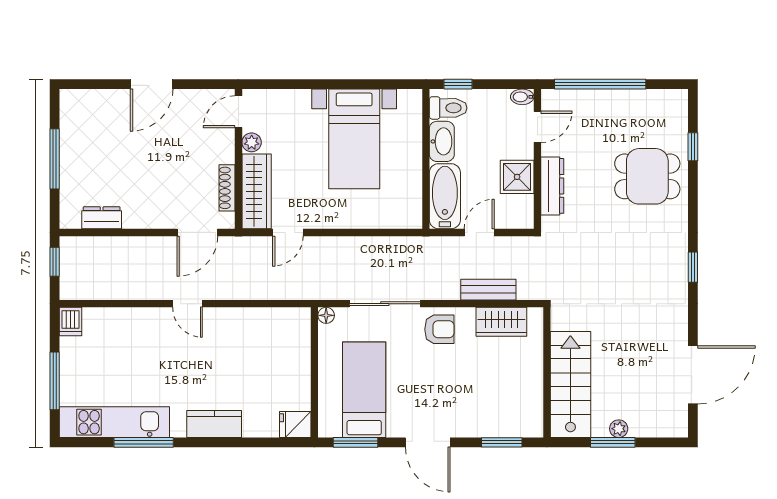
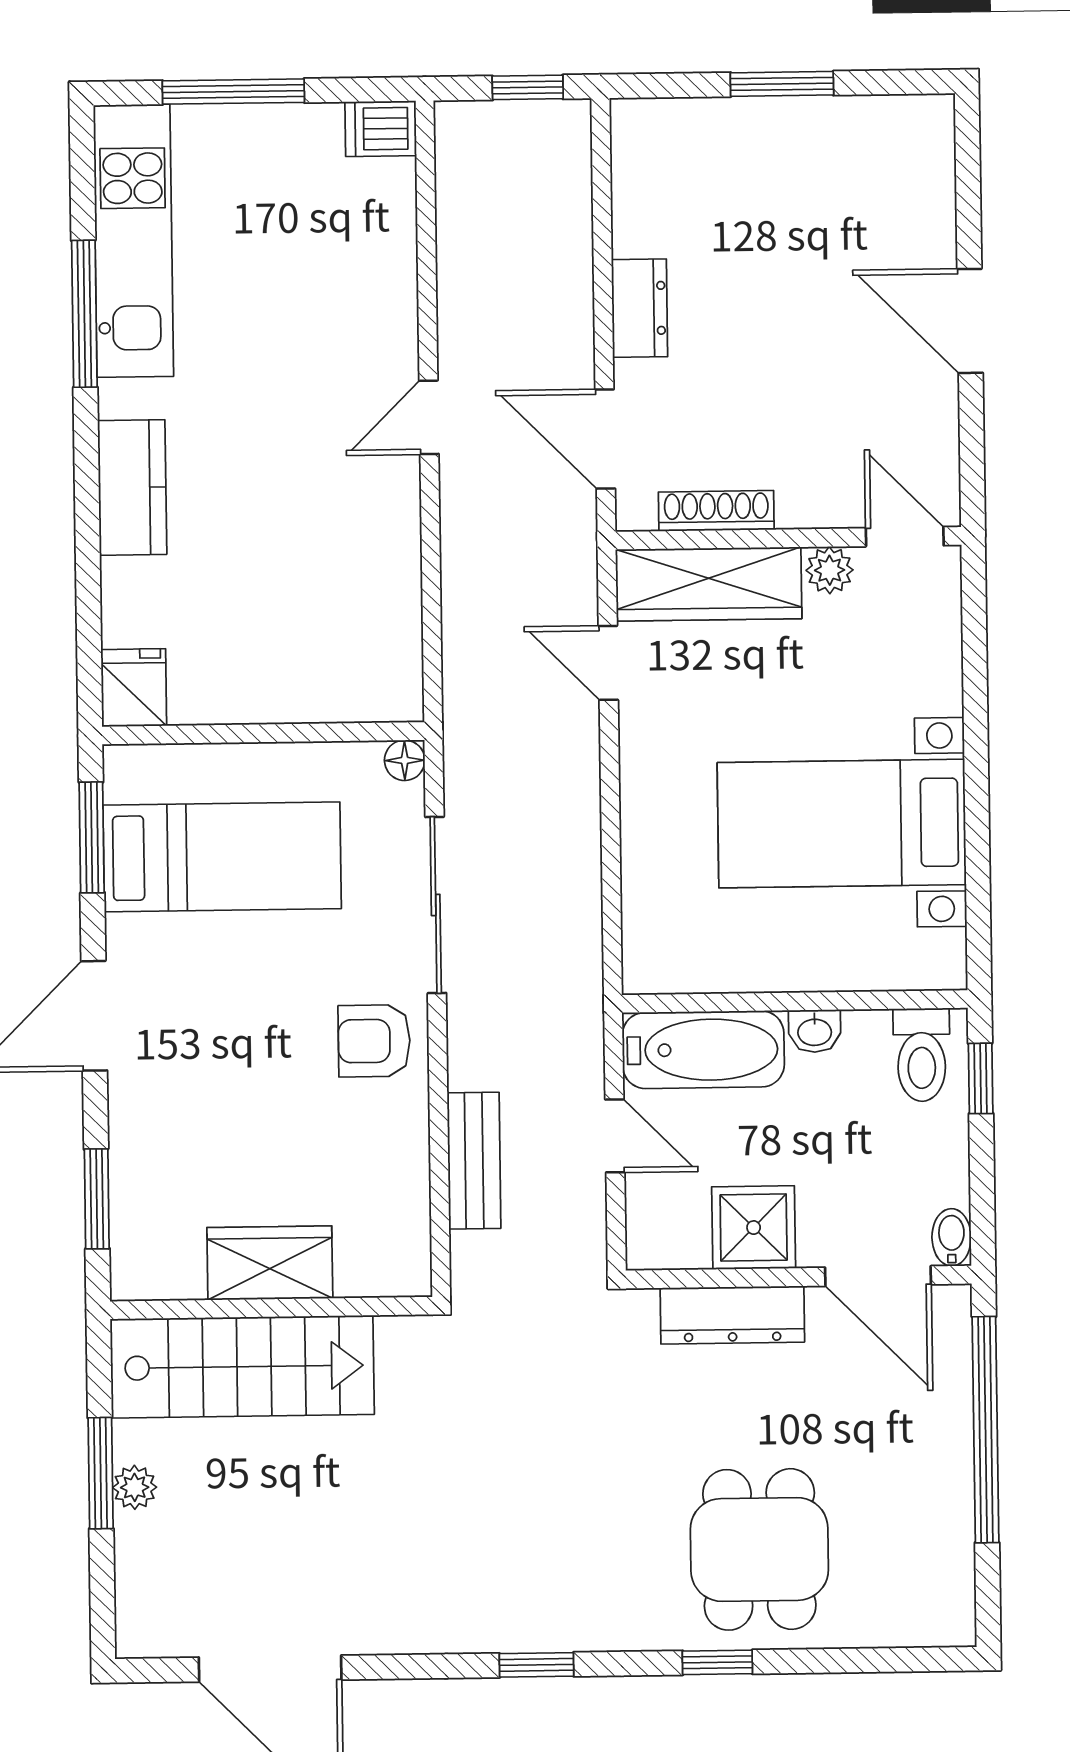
door: (537, 127) -> (878, 1276), width x1.38
washbasin: (442, 141) -> (815, 1031), width x0.52, depth x0.69
window: (693, 147) -> (717, 1662), moved
window: (55, 159) -> (782, 84), width x0.69
dresser: (102, 218) -> (640, 308), moved
wardrobe: (501, 322) -> (270, 1263), moved, turned 90
armchair: (439, 329) -> (374, 1041), turned 90

